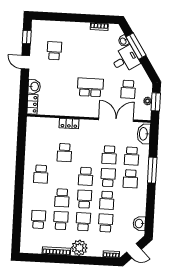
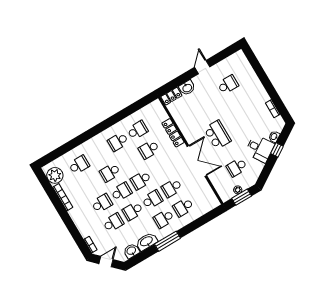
window: (27, 37) -> (224, 54), removed
window: (136, 46) -> (277, 150), width x0.46
double door: (116, 120) -> (197, 161), moved
locker: (69, 123) -> (173, 133), width x1.53
washbasin: (144, 134) -> (147, 242), moved
window: (152, 170) -> (168, 241), moved
school desk: (61, 221) -> (137, 130), moved
plant: (79, 248) -> (55, 175), moved
door: (134, 251) -> (106, 262), swing flipped

